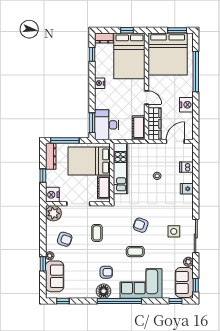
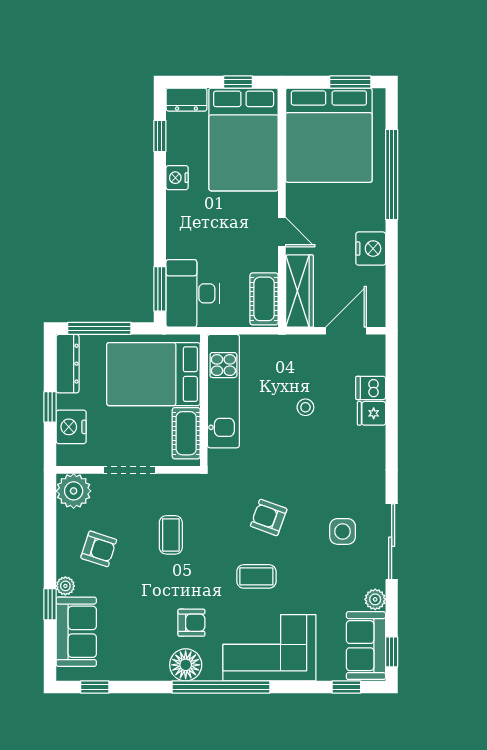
nightstand: (100, 83) -> (177, 178), moved
fridge: (187, 189) -> (371, 413), moved
nightstand: (52, 195) -> (71, 427), moved

